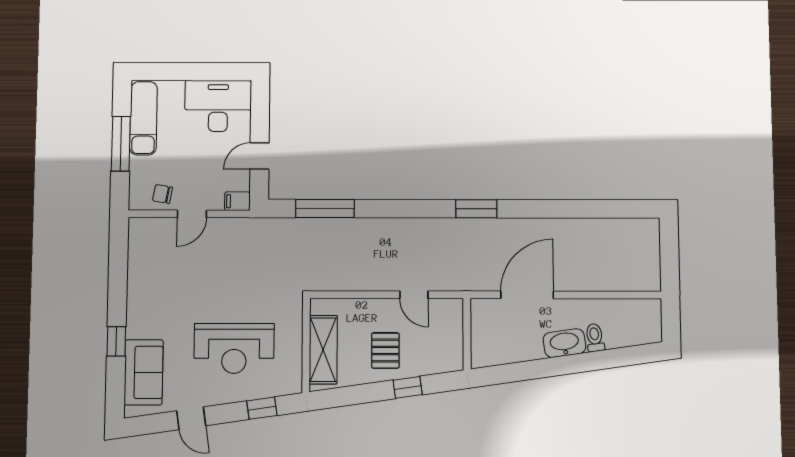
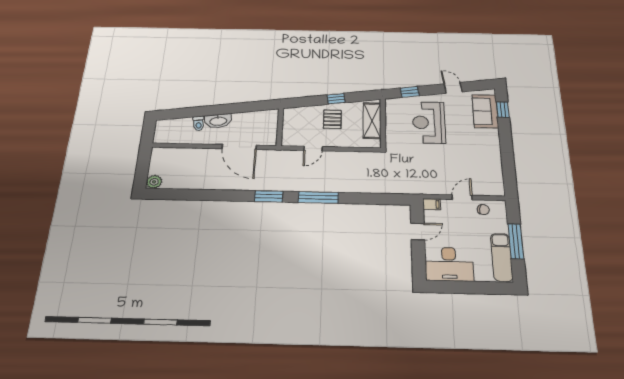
window: (325, 208) -> (318, 197), moved
plant: (648, 229) -> (154, 182), added
door: (414, 295) -> (313, 148), swing flipped
door: (527, 295) -> (239, 147), hinge flipped
window: (116, 341) -> (503, 109), moved
reception desk: (234, 348) -> (429, 122), turned -90
window: (408, 387) -> (336, 99), moved

